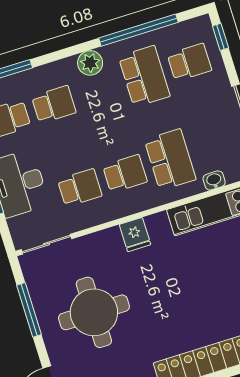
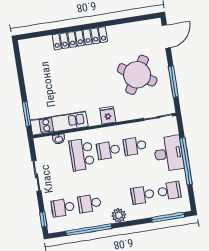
school desk: (144, 76) -> (89, 203), width x0.54
round table: (94, 312) -> (137, 75), turned 31

